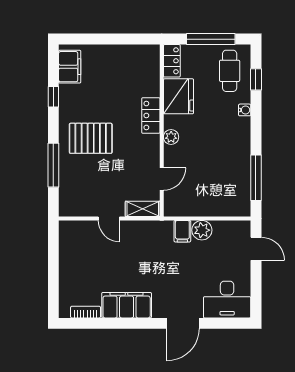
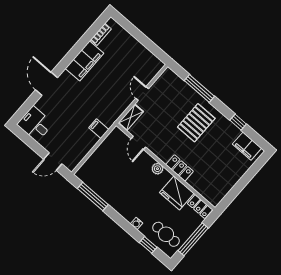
door: (109, 219) -> (142, 94), hinge flipped
plant: (202, 230) -> (90, 140), removed
desk: (227, 300) -> (35, 124), width x0.73

